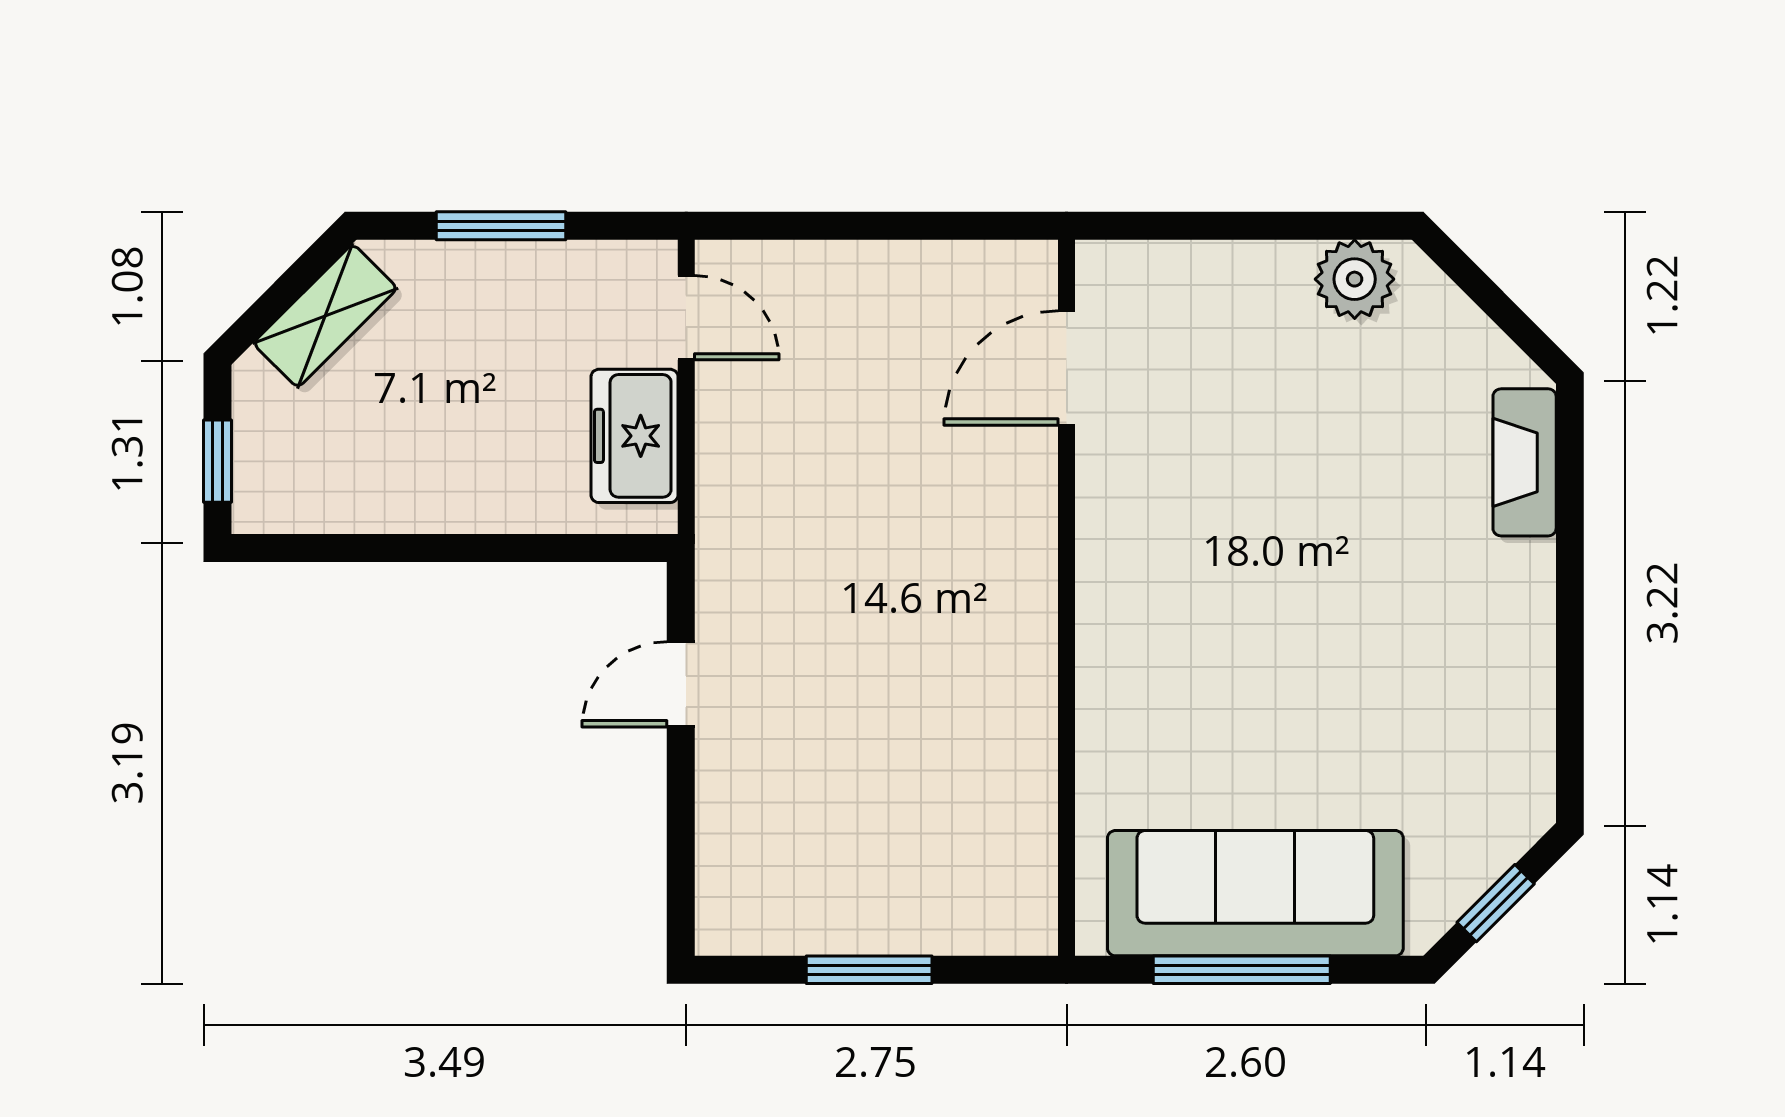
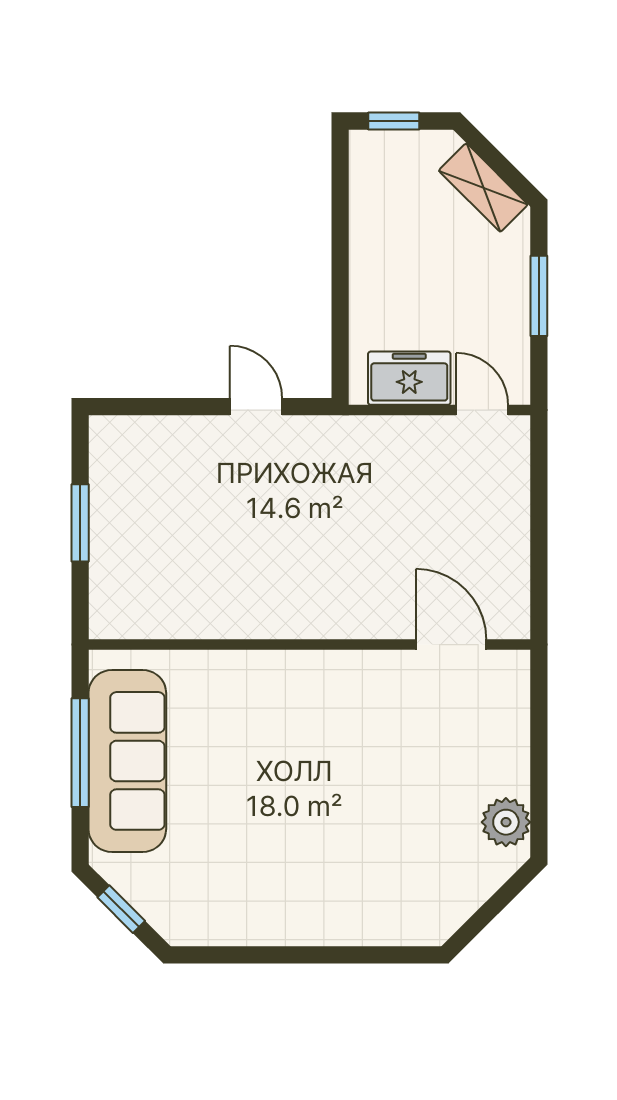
door: (686, 318) -> (482, 410), swing flipped
fireplace: (1525, 462) -> (393, 927), removed

